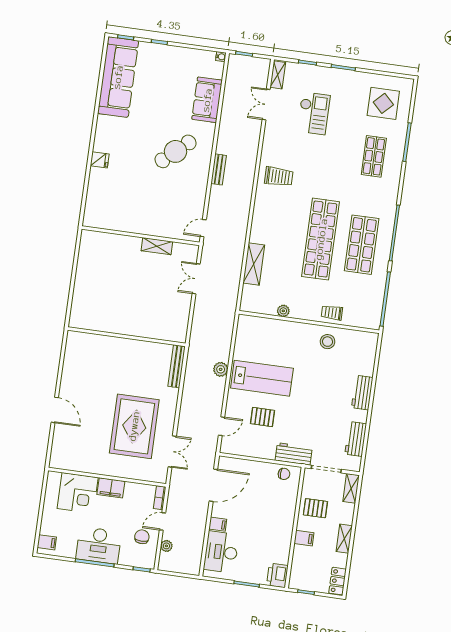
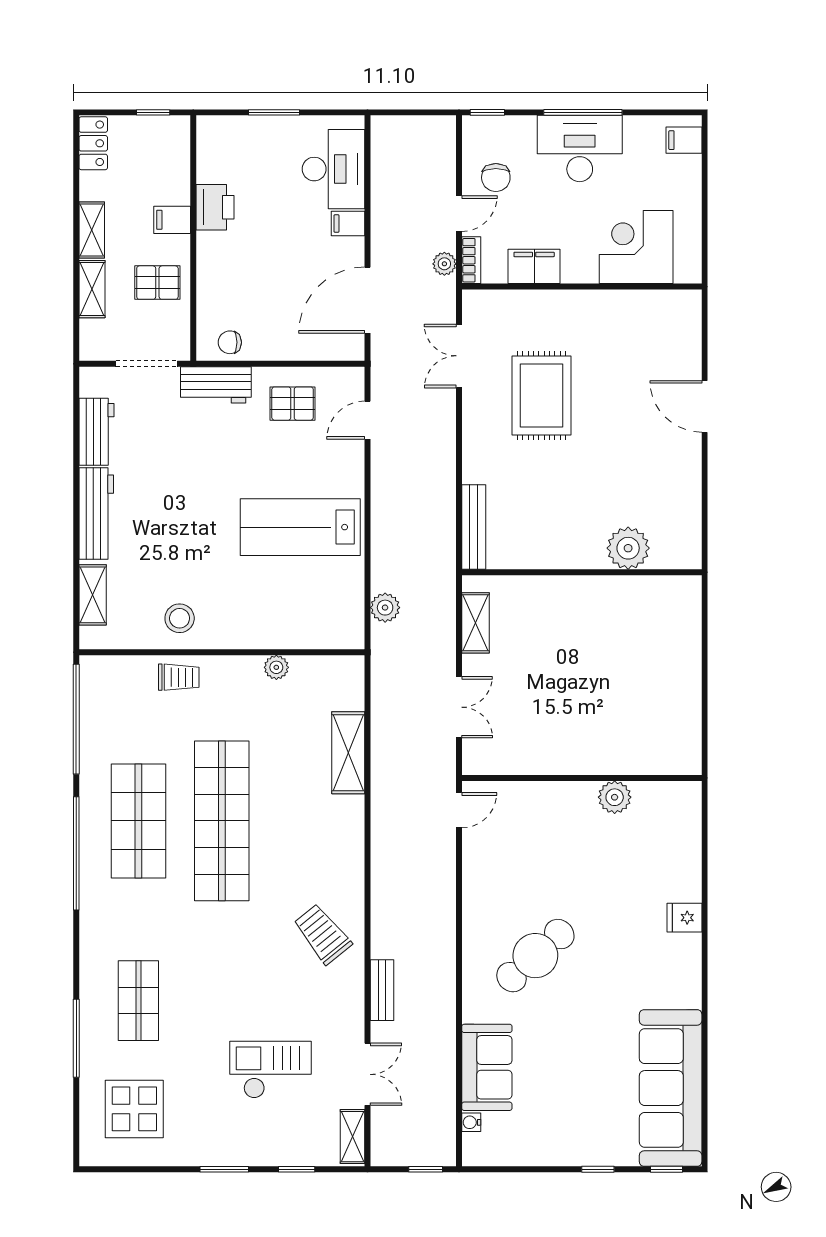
water cooler: (221, 57) -> (471, 1122), moved
checkout: (314, 113) -> (270, 1070), turned 90
bench: (219, 169) -> (382, 990), moved
trolley: (279, 177) -> (322, 934), turned 51
plant: (126, 224) -> (615, 797), added
shelving: (157, 246) -> (475, 623), moved, turned 90
plant: (102, 345) -> (628, 548), added
shelving: (369, 359) -> (93, 595), added
plant: (221, 369) -> (385, 608), moved
workbench: (362, 393) -> (96, 513), width x1.37
pallet: (263, 417) -> (293, 404), moved
rug: (134, 426) -> (541, 396), width x0.73, depth x0.69
filing cabinet: (111, 488) -> (534, 266), moved
shelving: (351, 488) -> (92, 289), moved
plant: (166, 546) -> (444, 264), moved
printer: (277, 575) -> (215, 207), moved

